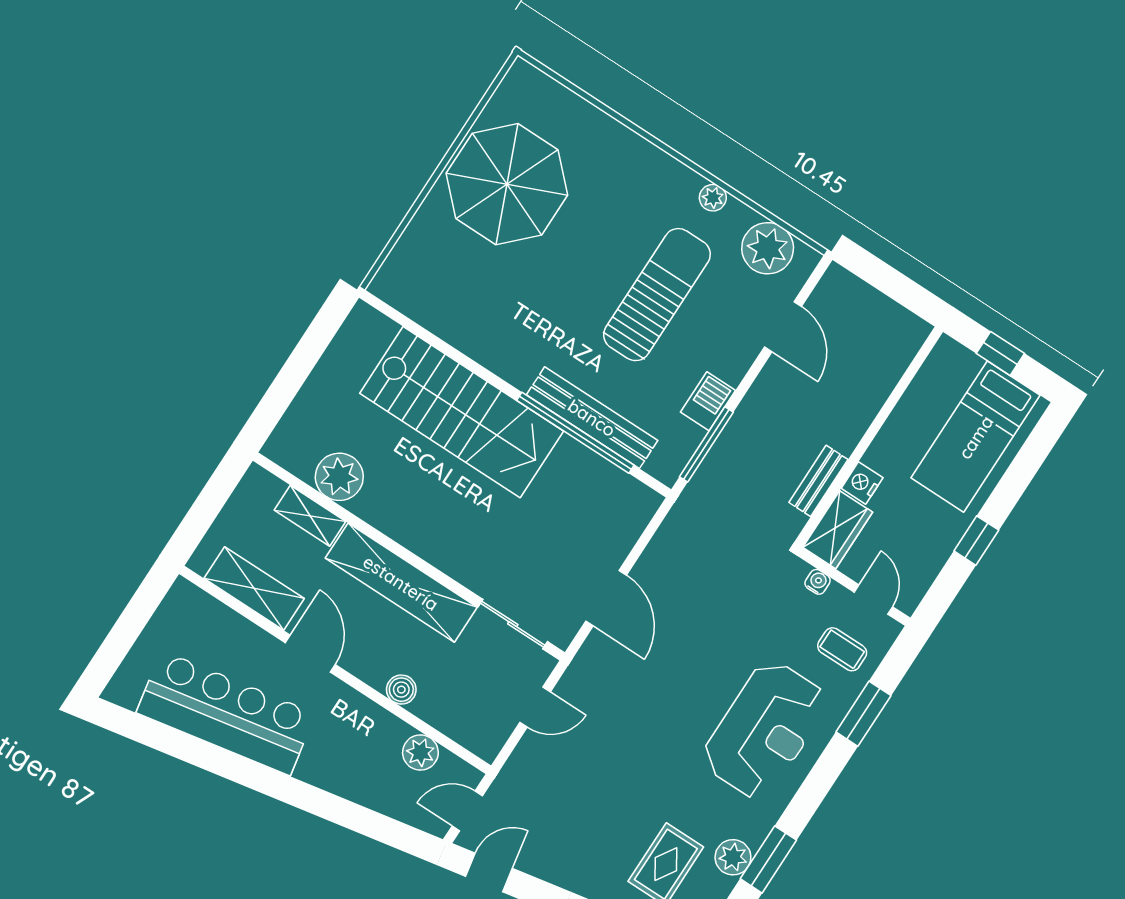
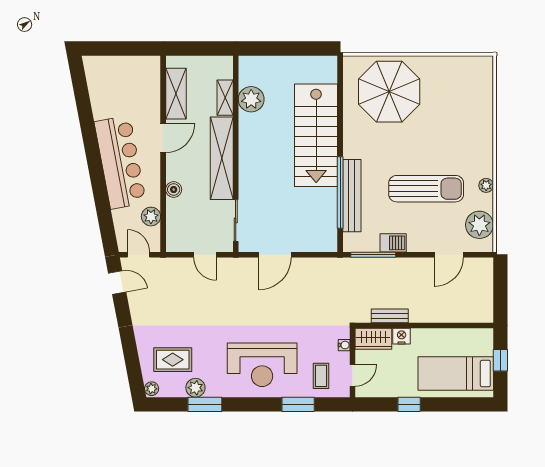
parasol: (507, 184) -> (389, 92), moved
bar counter: (226, 713) -> (120, 162), moved

